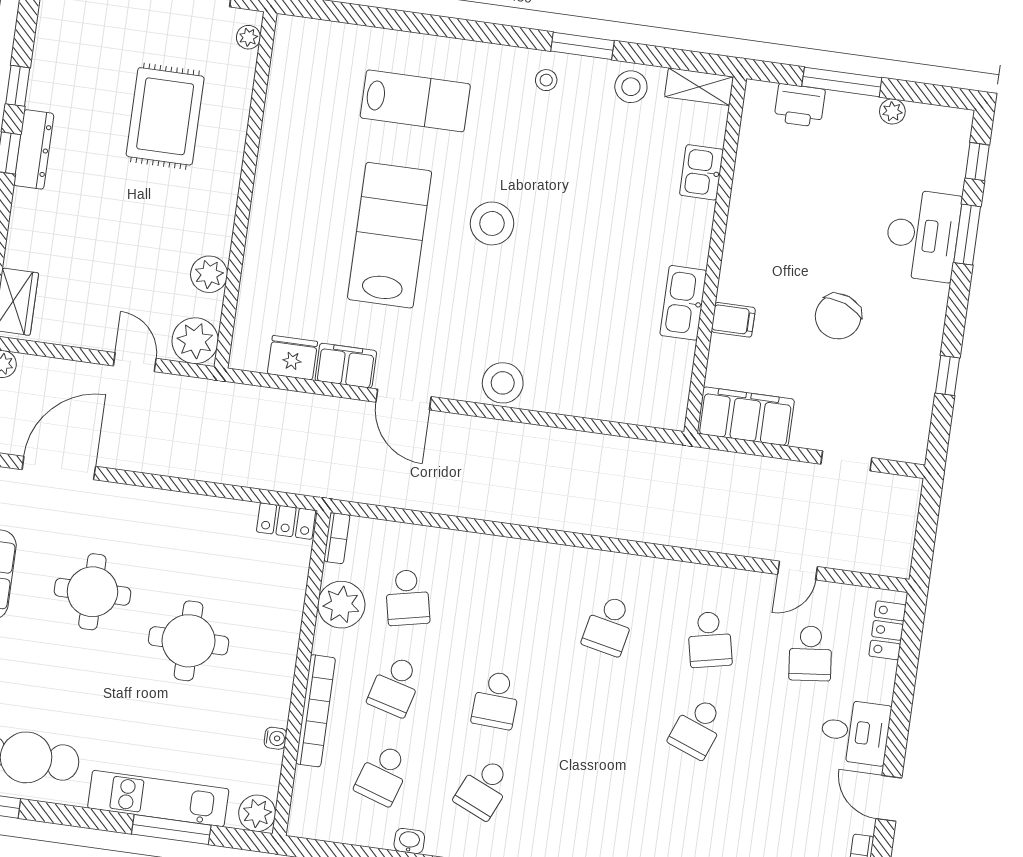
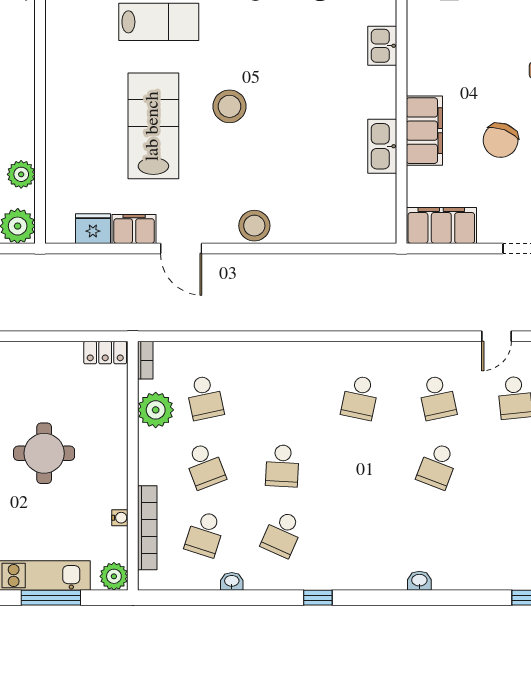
filing cabinet: (733, 320) -> (424, 131), width x3.00, depth x1.17
school desk: (395, 686) -> (205, 466), turned -36
bookcase: (315, 711) -> (147, 528), moved

